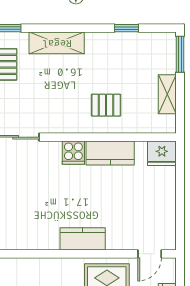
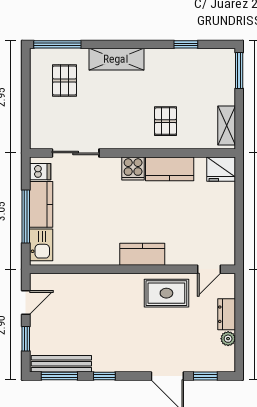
shelving: (167, 94) -> (227, 126), moved
pallet: (106, 105) -> (166, 121), turned 90

